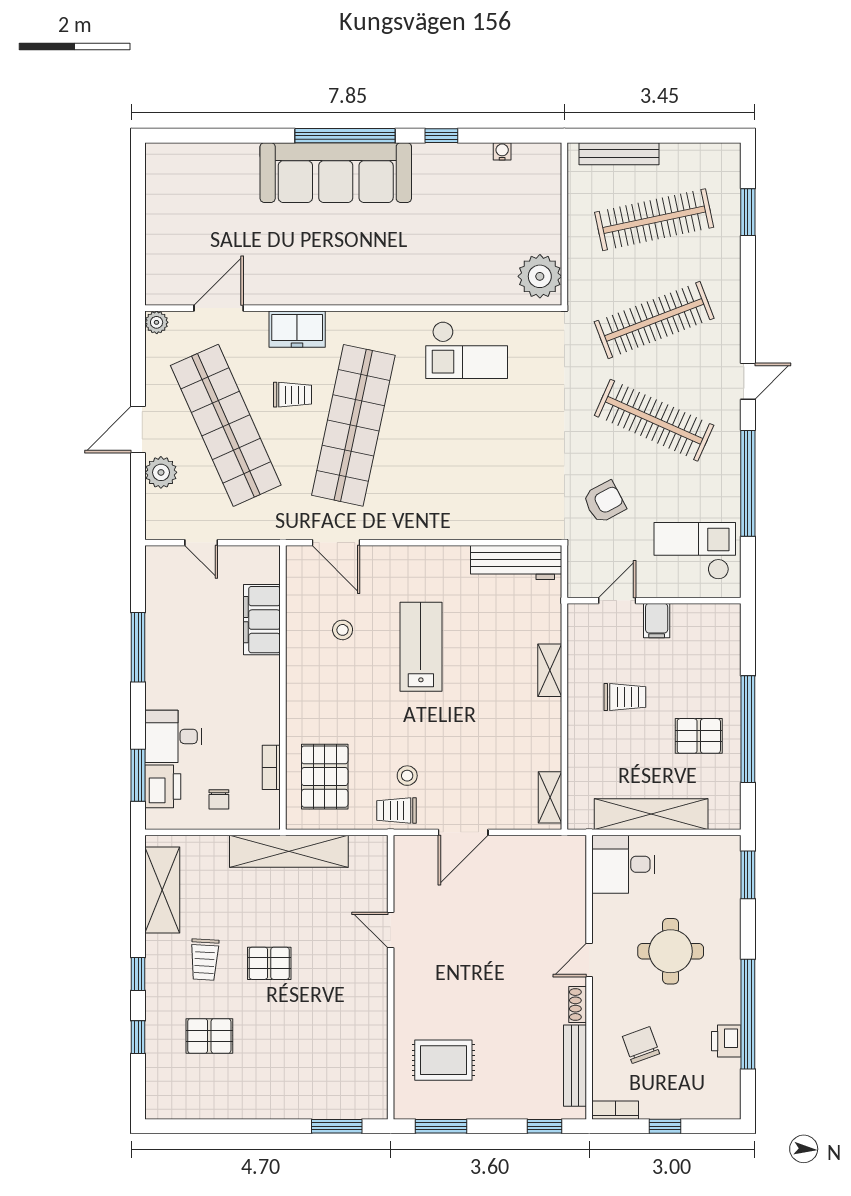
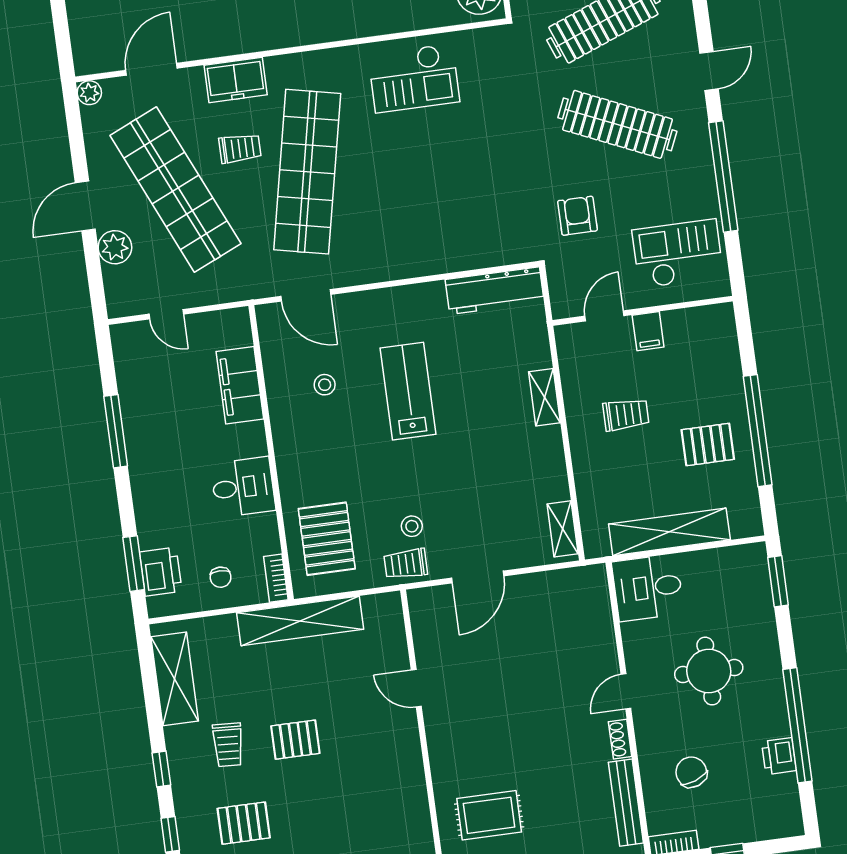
armchair: (604, 502) -> (577, 216), turned -62
desk: (173, 736) -> (243, 487), moved, turned 180
bookcase: (271, 767) -> (276, 578), moved

